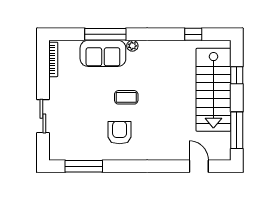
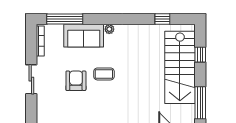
window: (105, 34) -> (65, 19), moved
sliding door: (43, 116) -> (31, 79), moved
armchair: (120, 133) -> (76, 81), moved

